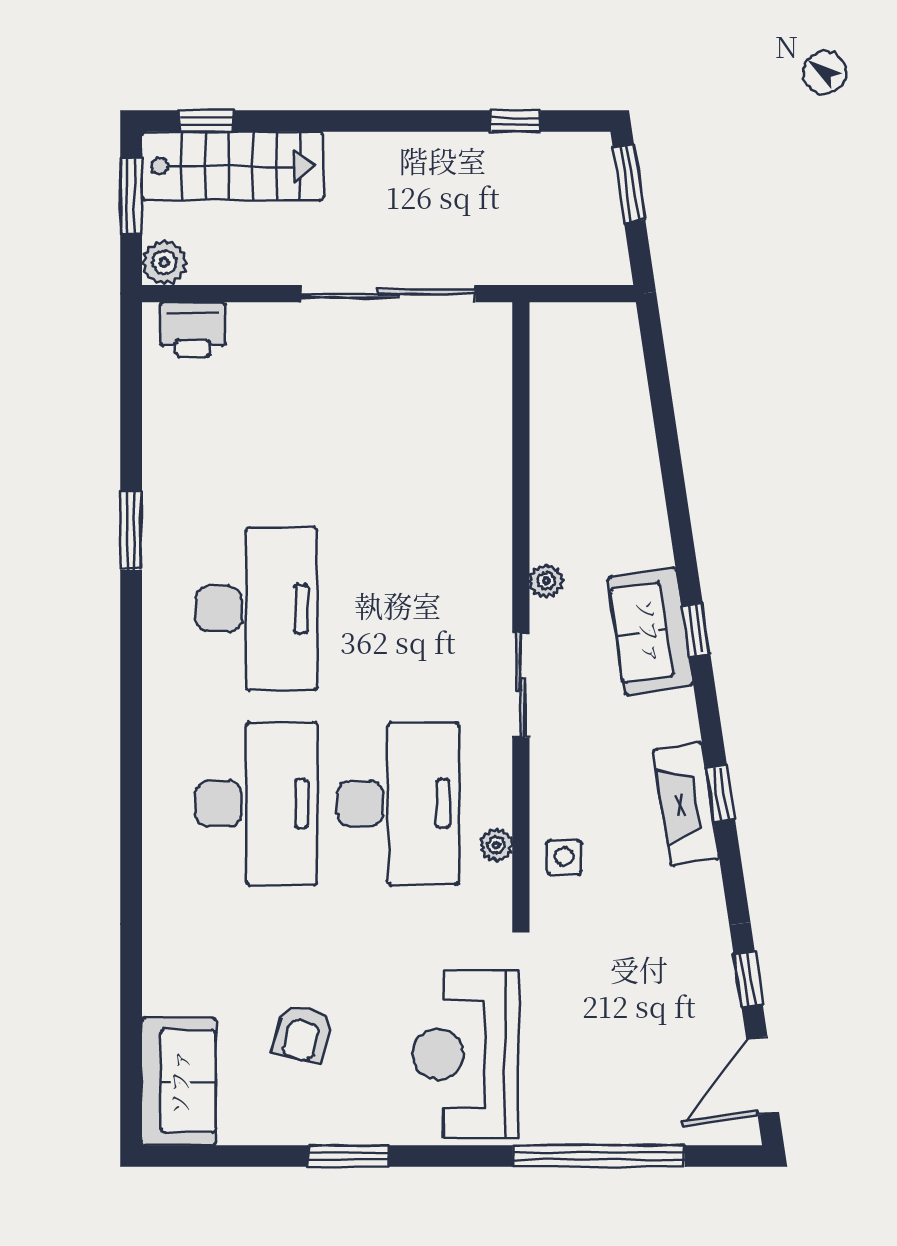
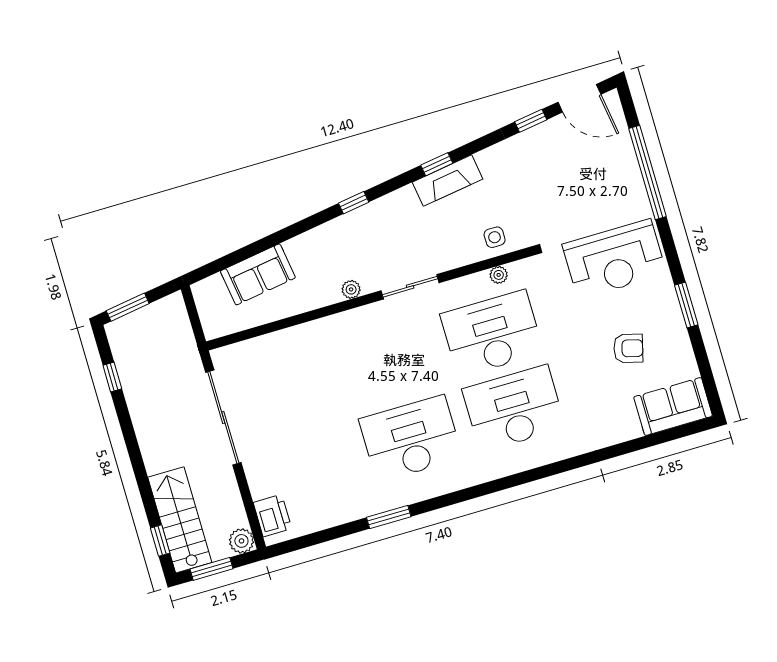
sofa: (650, 631) -> (258, 274), moved

